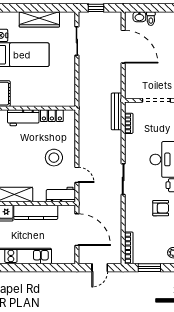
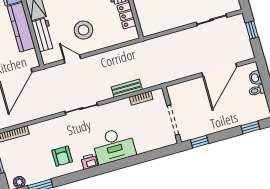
bench: (116, 111) -> (127, 88), moved, width x0.73
door: (77, 175) -> (72, 59), swing flipped
workbench: (61, 194) -> (43, 35), moved

